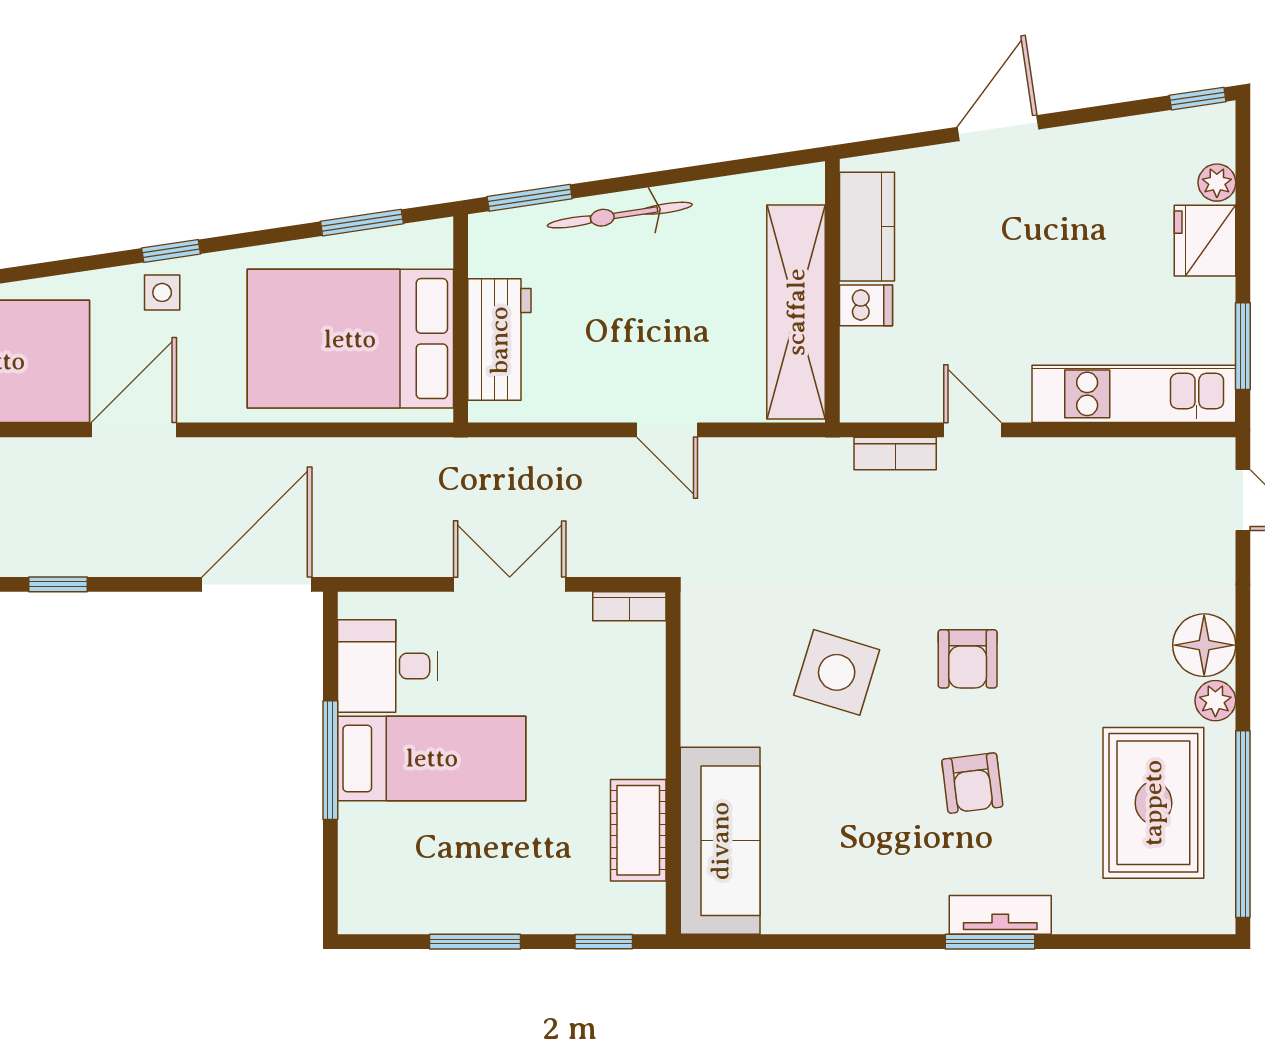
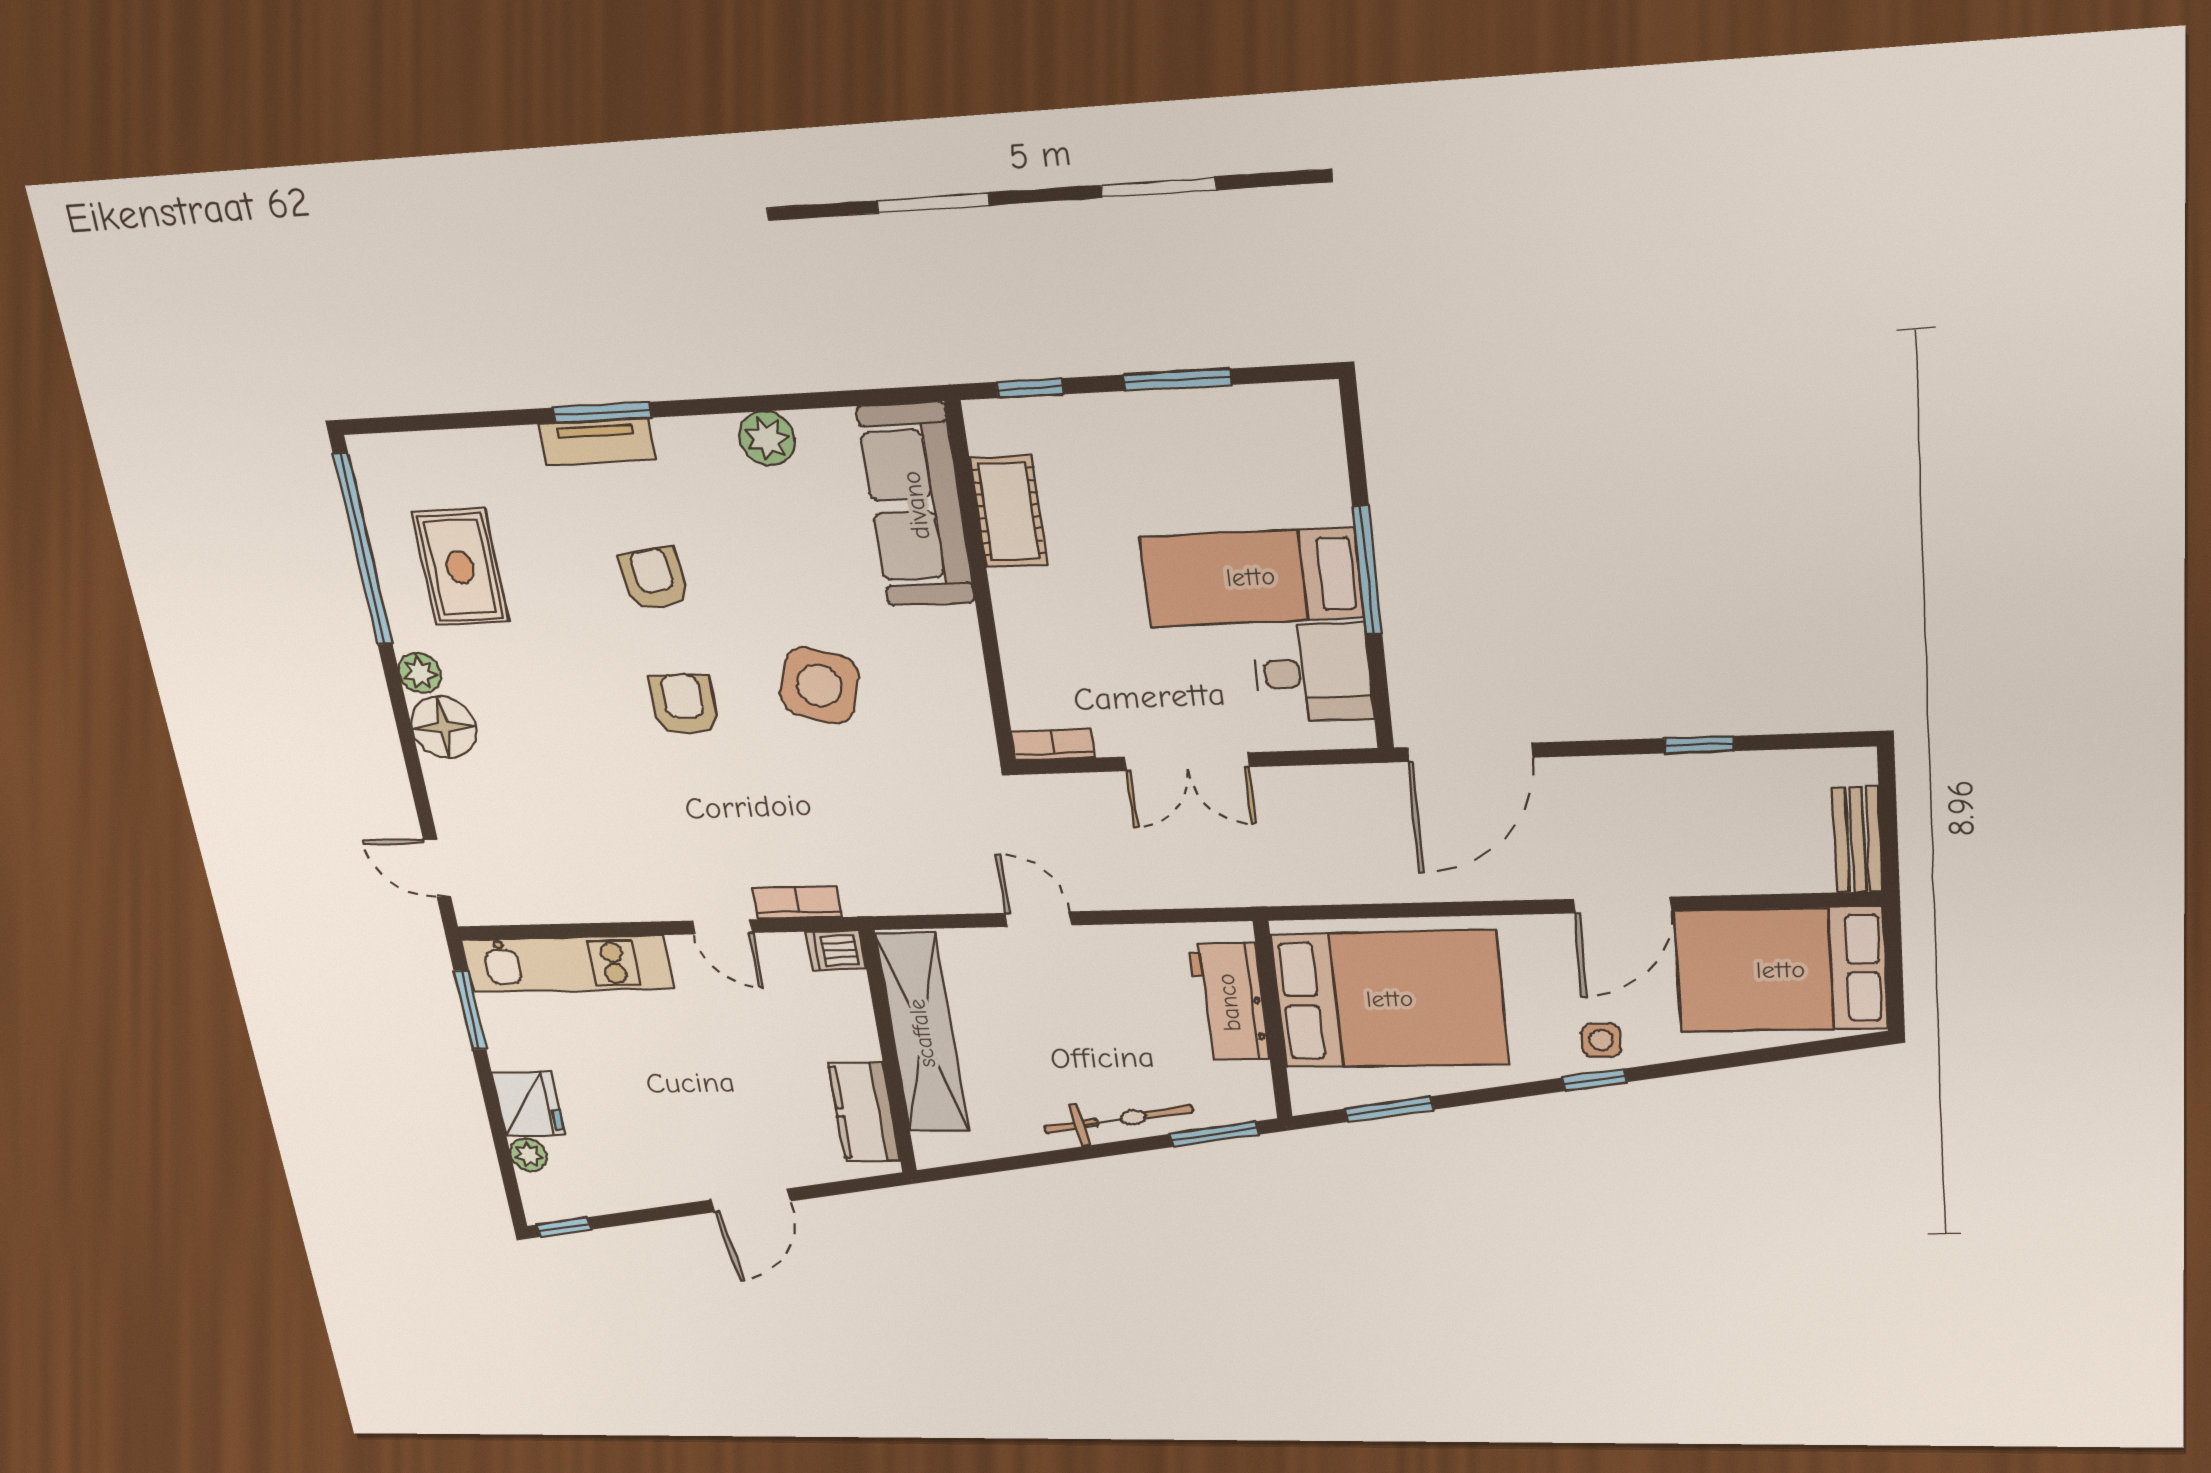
dishwasher: (866, 305) -> (836, 950), moved
rug: (1153, 803) -> (460, 567), width x0.73, depth x0.70
plant: (844, 909) -> (767, 438), added

